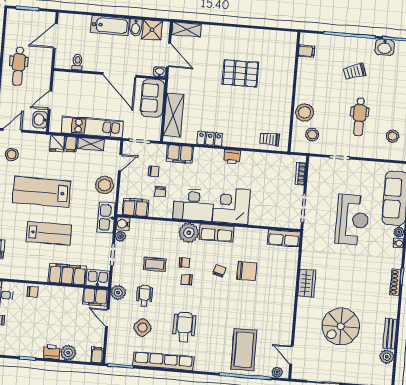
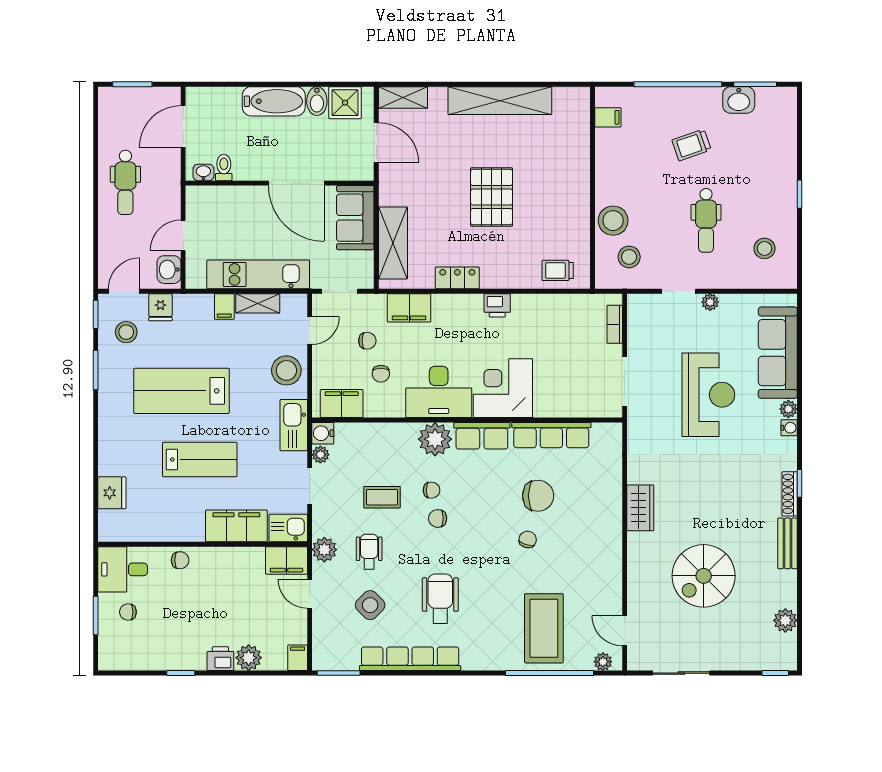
shelving: (244, 36) -> (500, 101), added
washbasin: (160, 72) -> (203, 172), moved
pallet: (240, 73) -> (492, 197), moved, turned 90
fridge: (57, 144) -> (160, 307), moved
plant: (358, 165) -> (710, 302), added
row of seats: (284, 238) -> (551, 435), moved, width x1.48
chair: (219, 271) -> (528, 539), moved
bench: (390, 334) -> (787, 543), moved

